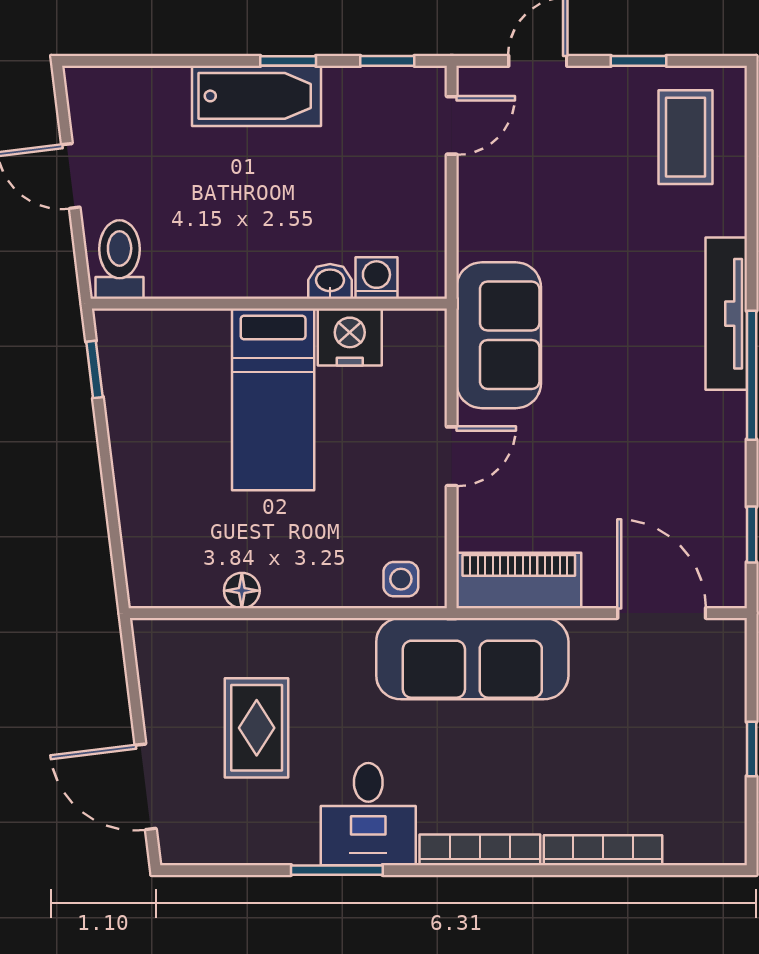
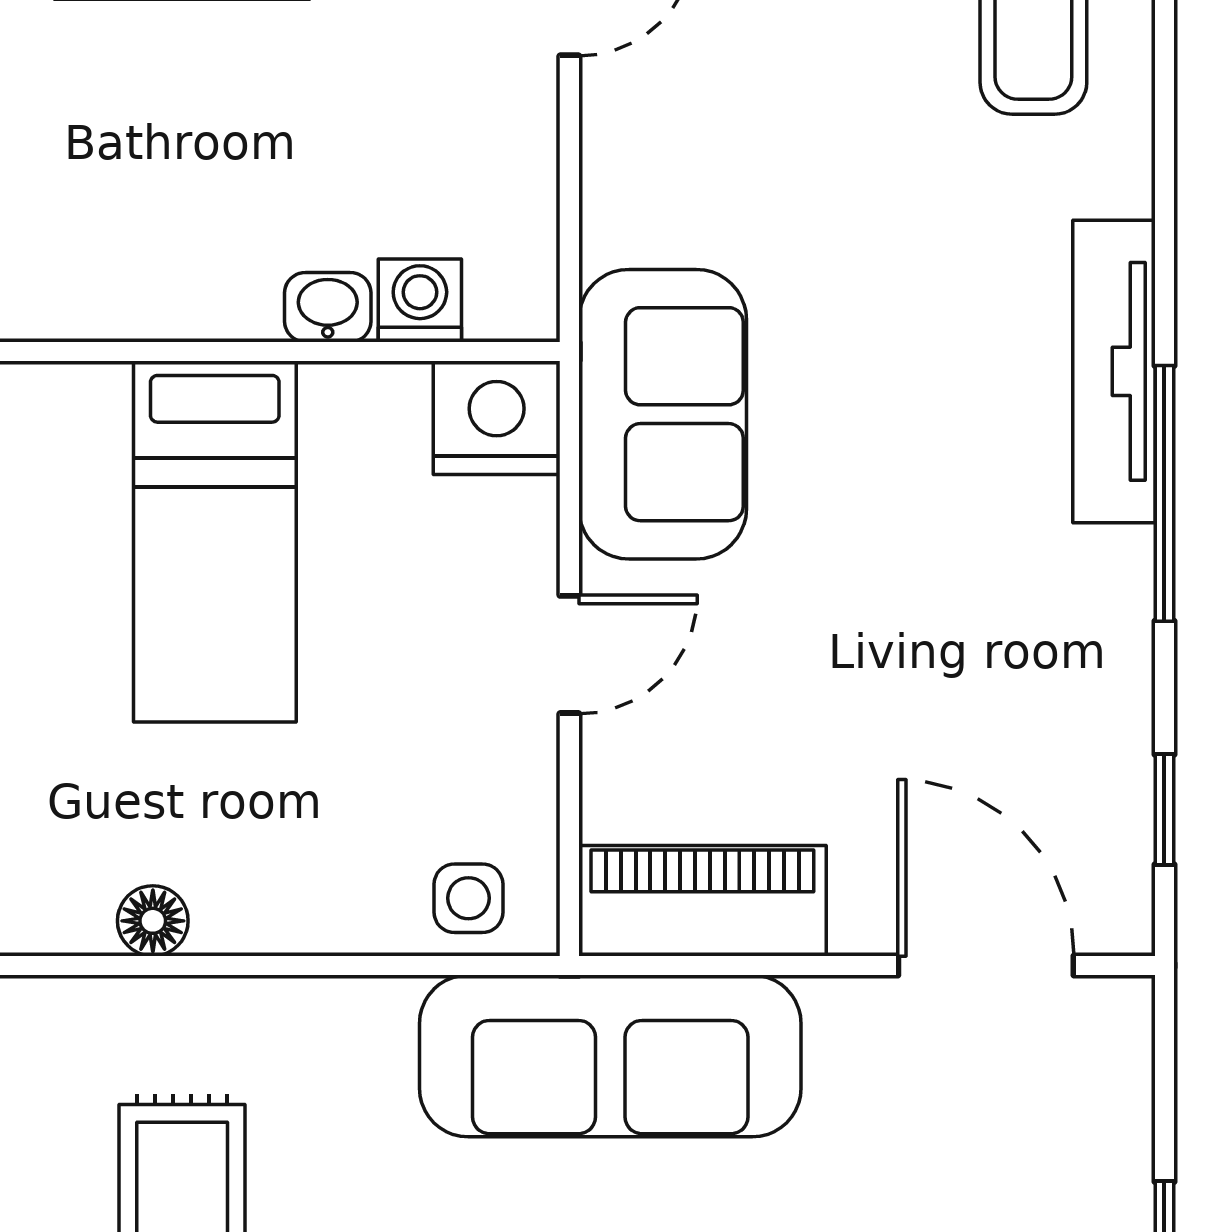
nightstand: (350, 337) -> (497, 418), moved

